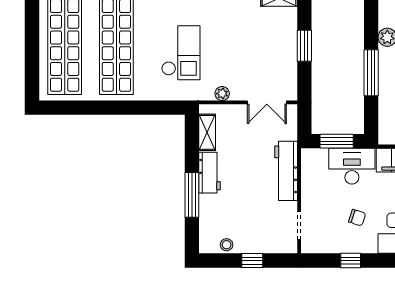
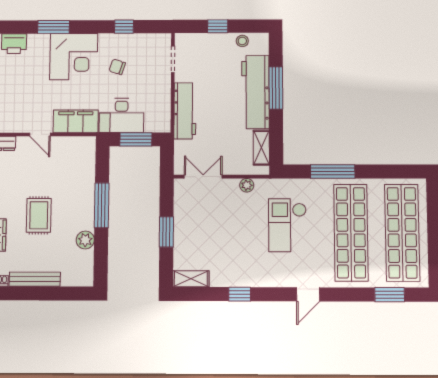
window: (134, 108) -> (333, 172), added
workbench: (210, 173) -> (255, 92), width x1.88, depth x1.32

